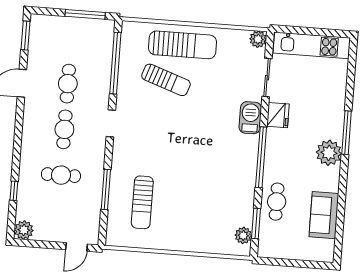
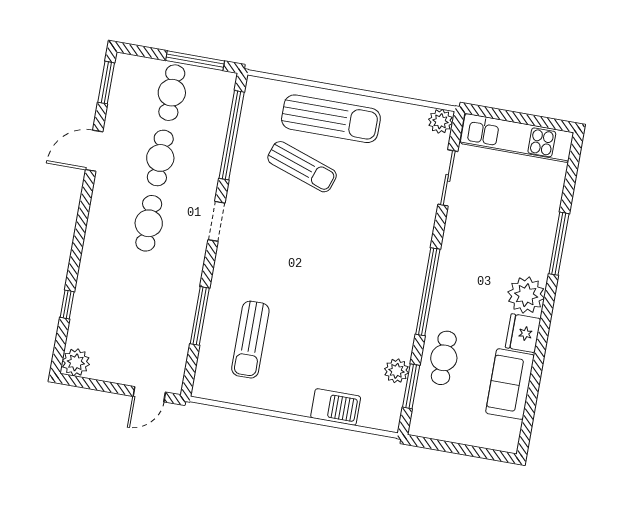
fridge: (278, 115) -> (523, 333), moved, turned 180
barbecue: (250, 118) -> (336, 407), moved, turned 90
window: (347, 133) -> (559, 244), moved
cafe table: (61, 175) -> (172, 93), moved, turned 90
plant: (243, 235) -> (396, 371), moved

